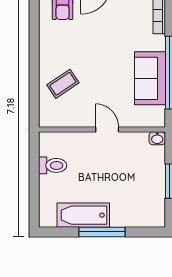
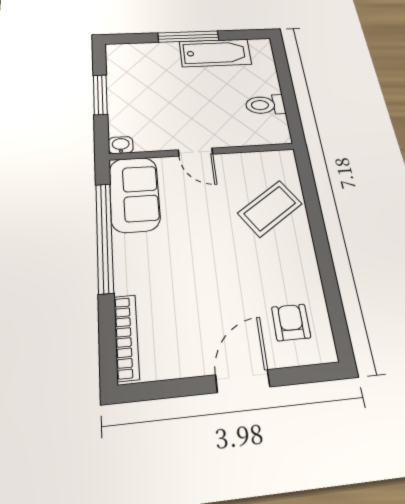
sofa: (150, 78) -> (134, 194), moved
coffee table: (63, 84) -> (270, 208), width x1.36, depth x1.30

